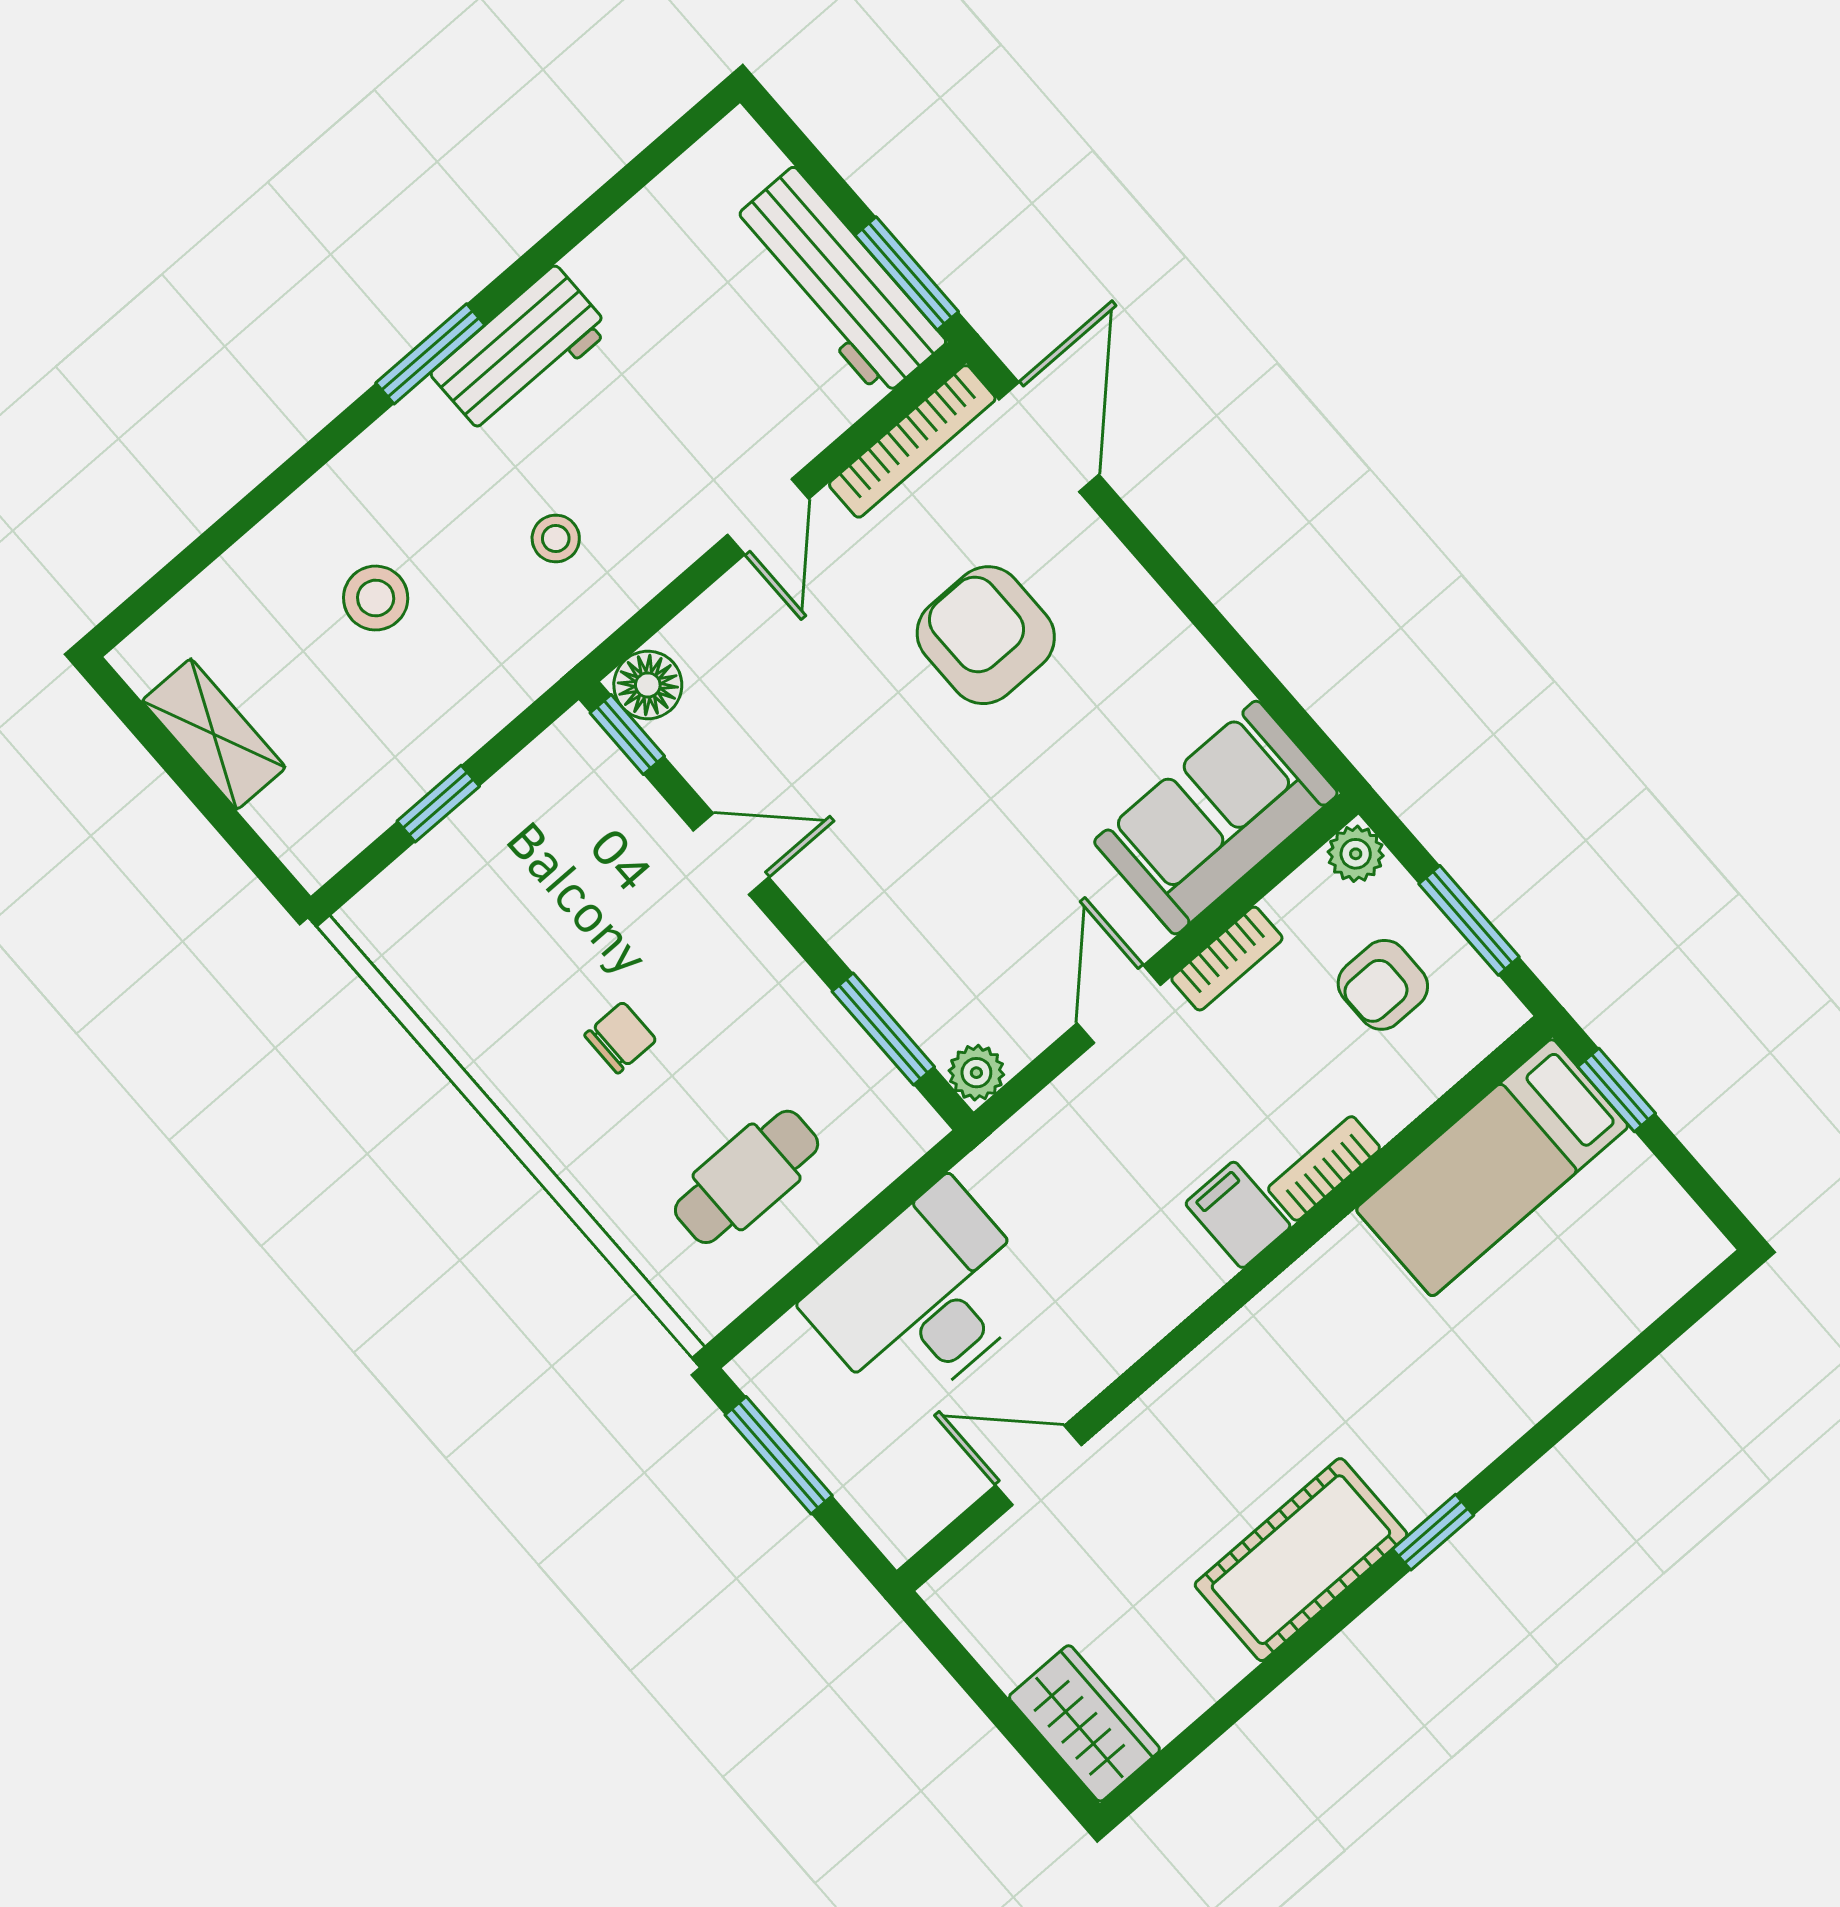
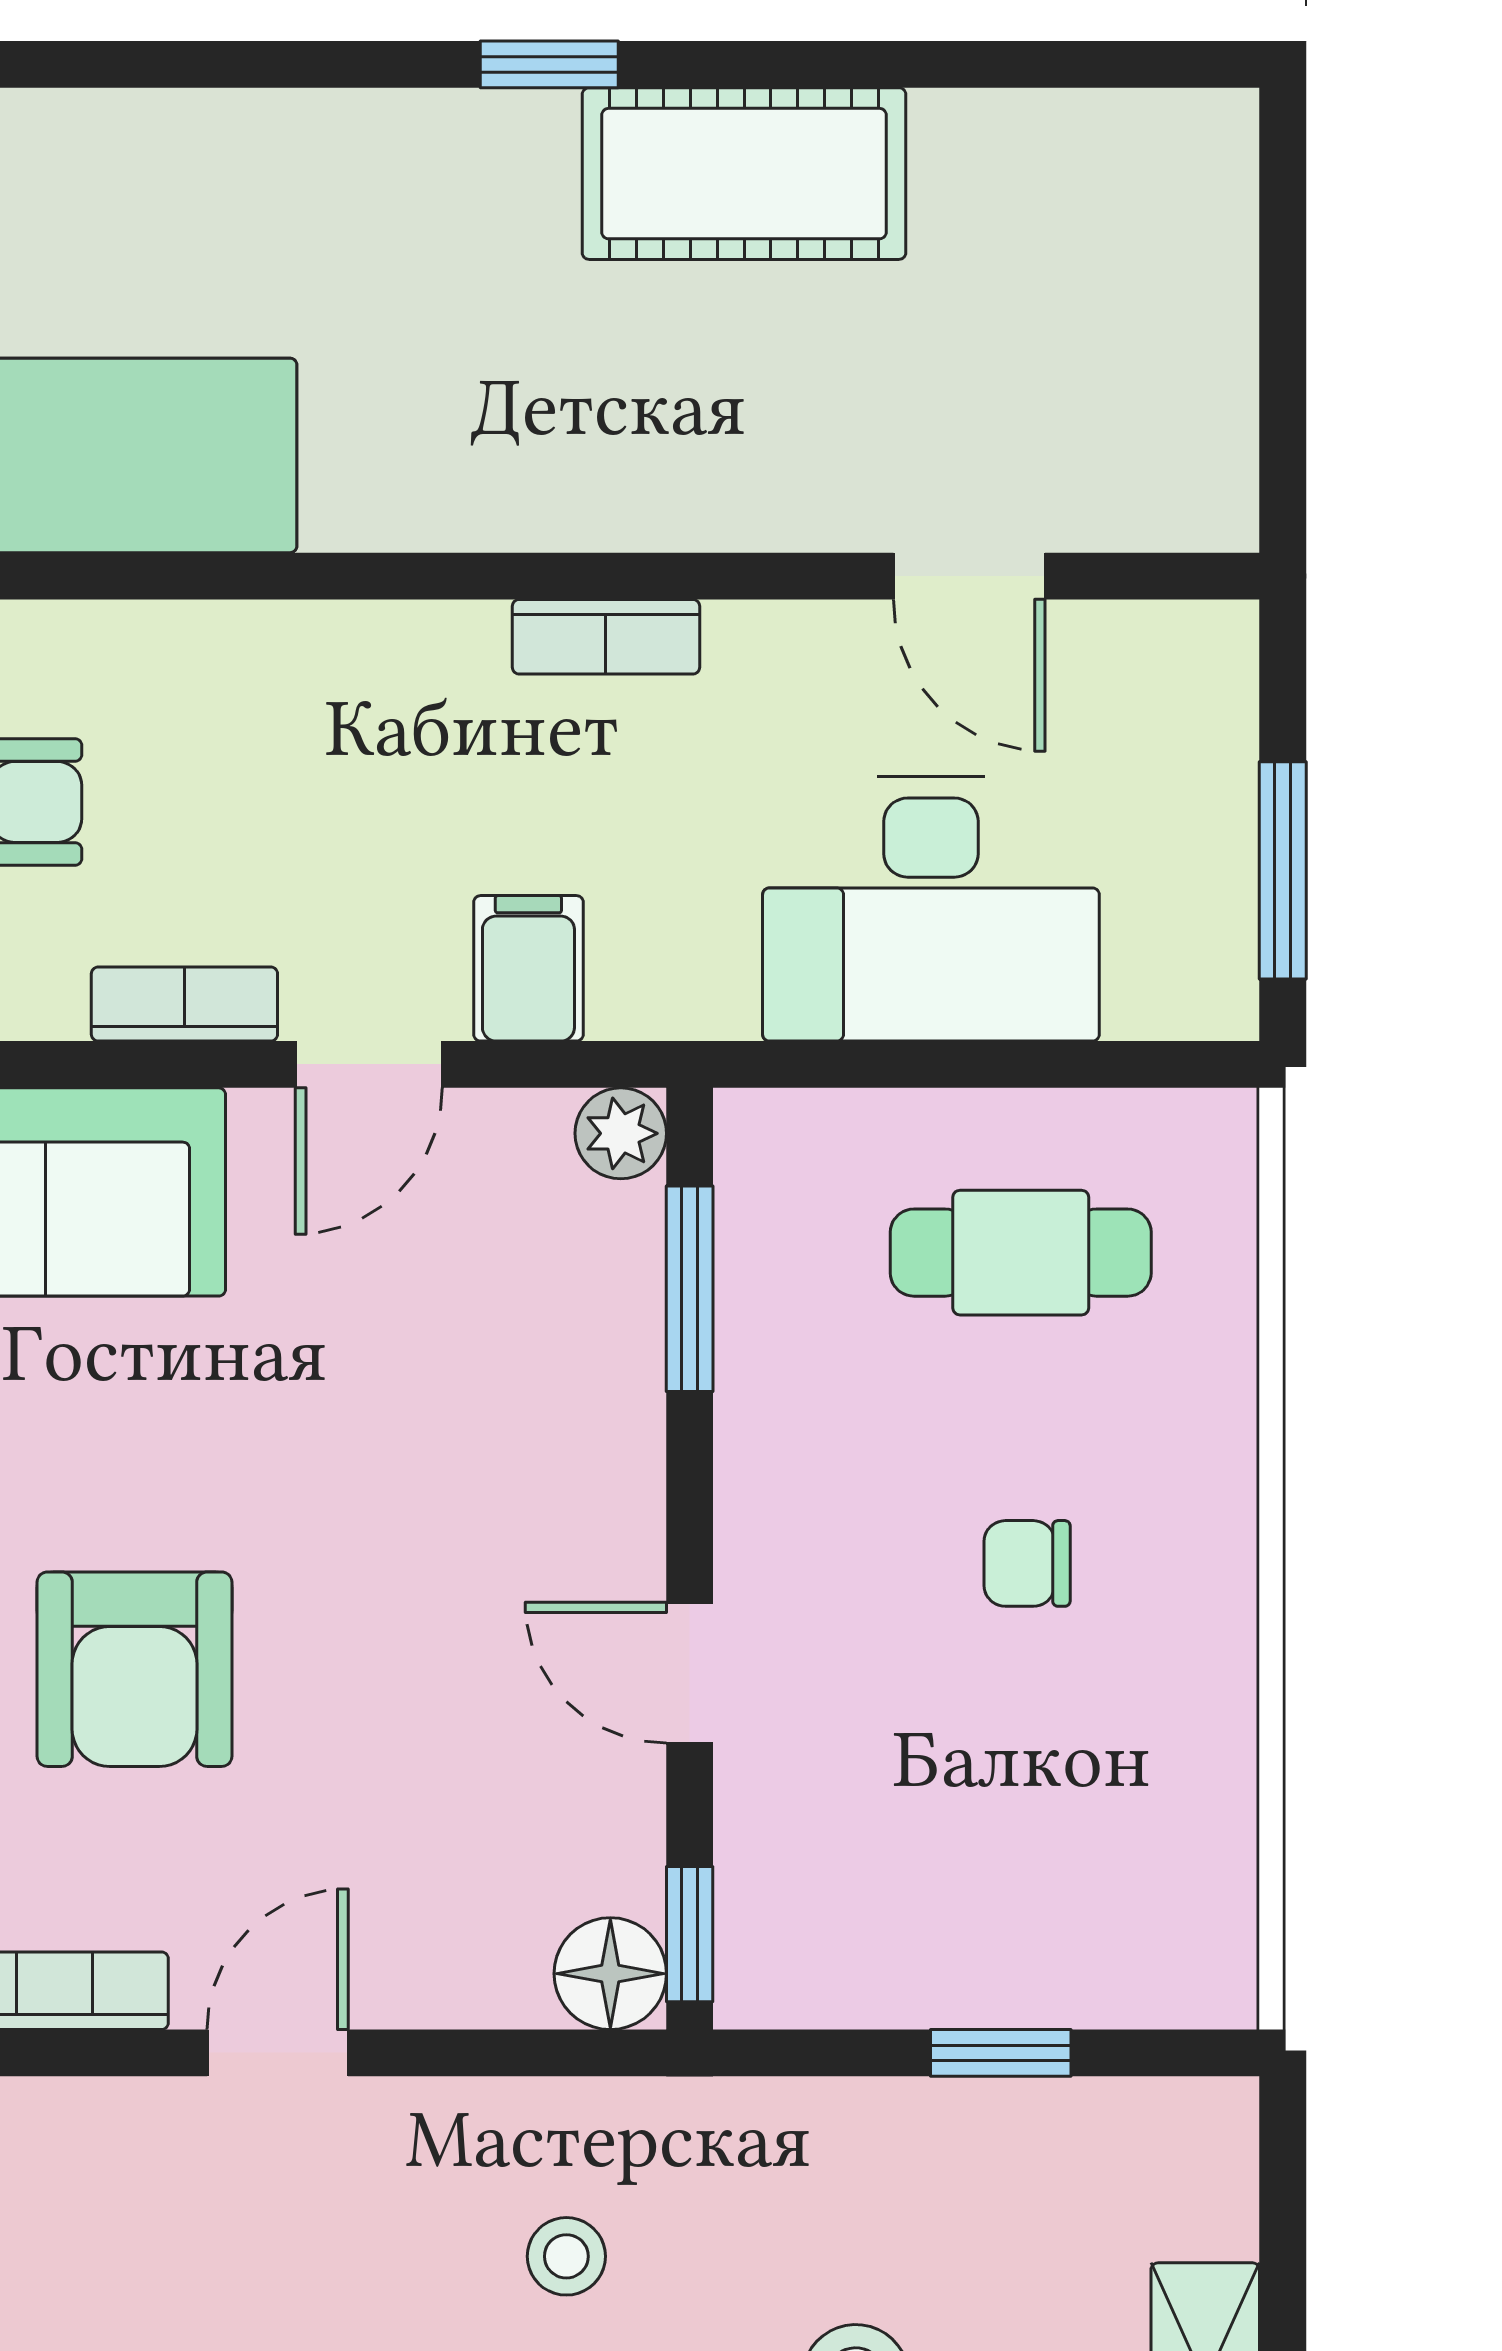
bookcase: (1324, 1168) -> (606, 637), moved
filing cabinet: (1238, 1215) -> (528, 968), moved, turned 180
wardrobe: (1084, 1723) -> (1192, 204), removed

